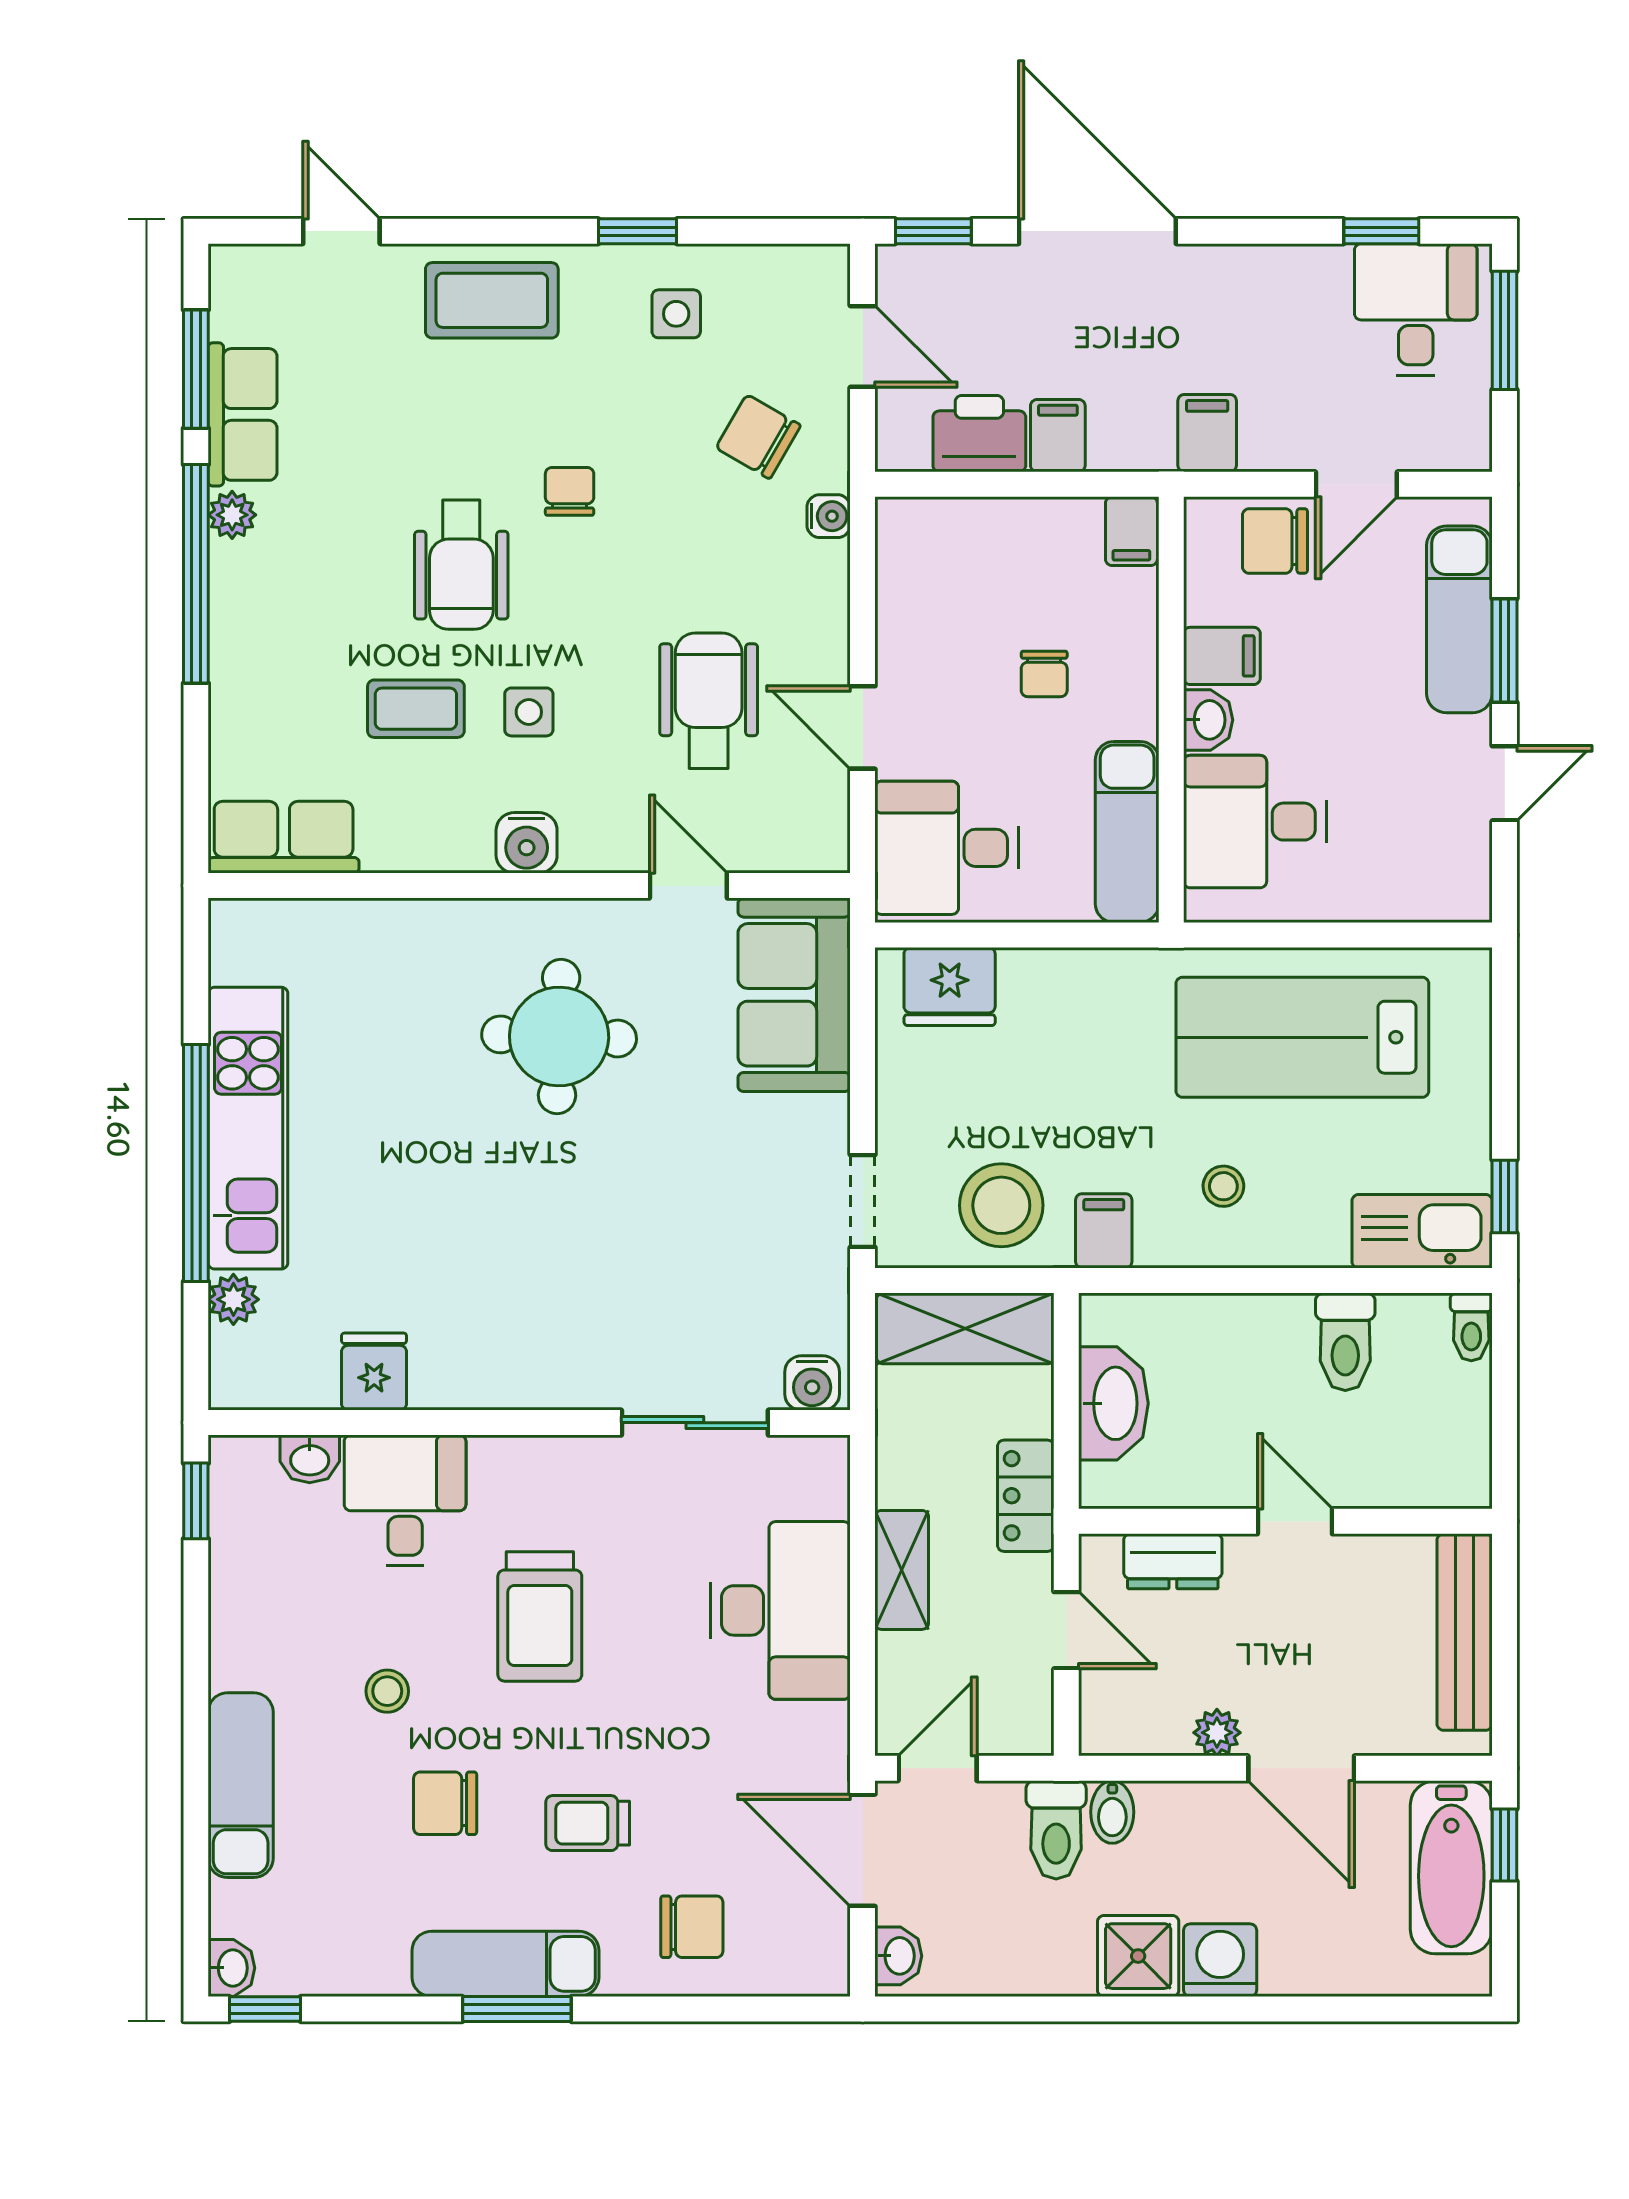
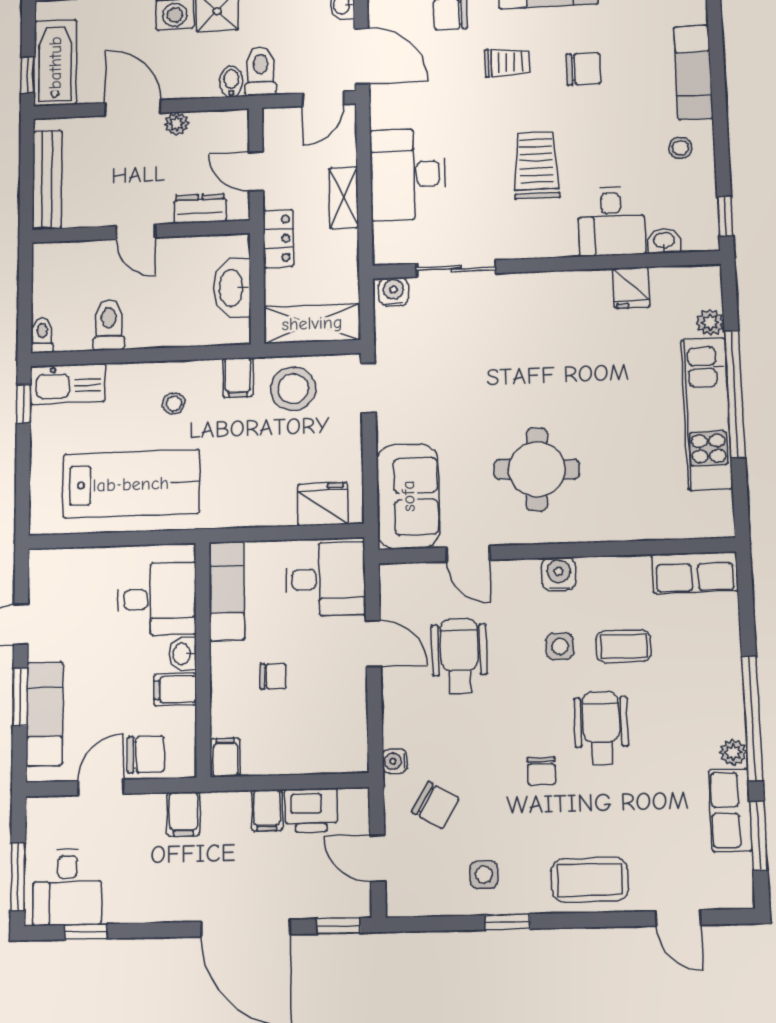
chair: (1044, 674) -> (273, 676), turned 90
wheelchair: (709, 701) -> (459, 656), turned 180
stool: (387, 1691) -> (680, 148), moved

